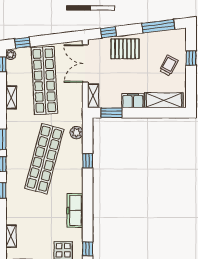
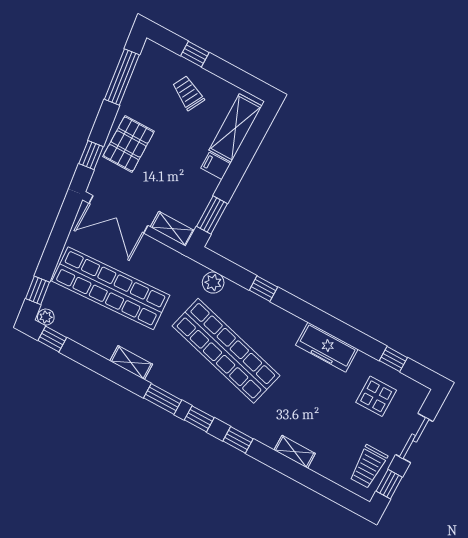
shelving: (11, 97) -> (131, 363), moved
filing cabinet: (133, 101) -> (216, 166), width x0.50
shelving: (11, 236) -> (295, 452), moved

